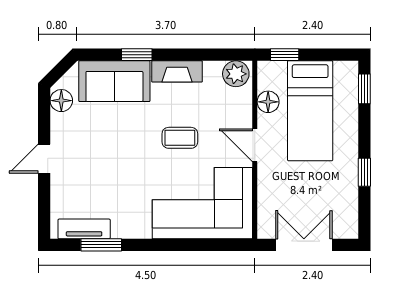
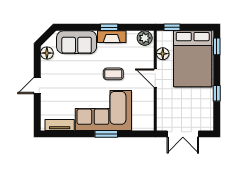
window: (137, 55) -> (109, 27), moved
bed: (310, 111) -> (193, 59), width x1.50
corner sofa: (202, 203) -> (103, 110), moved
window: (101, 245) -> (106, 134), moved
double door: (304, 245) -> (183, 134), swing flipped

